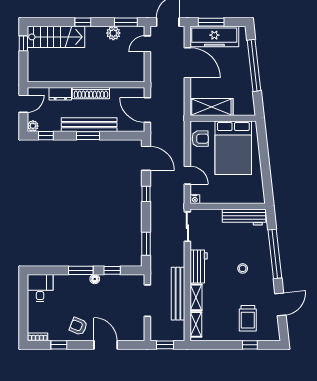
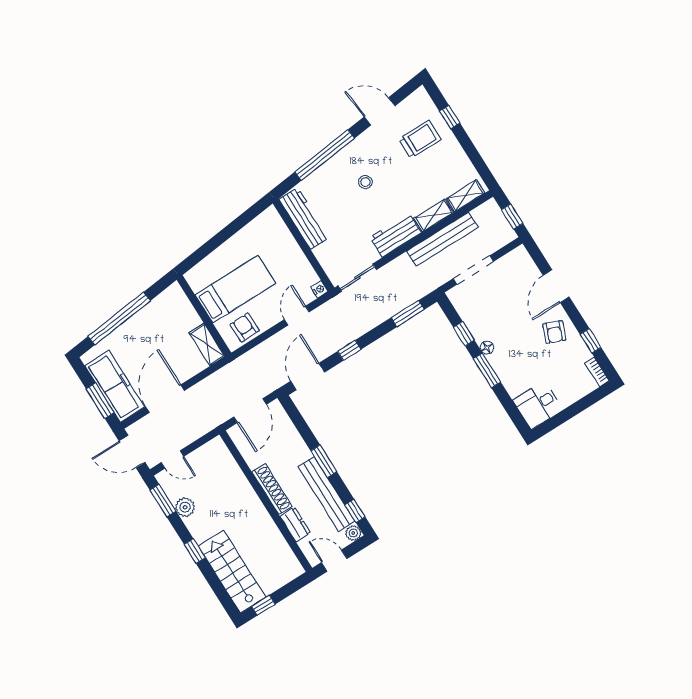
shelving: (211, 107) -> (207, 345), width x0.67, depth x0.75
bench: (89, 125) -> (326, 494), moved
bed: (233, 148) -> (235, 289), width x0.67

